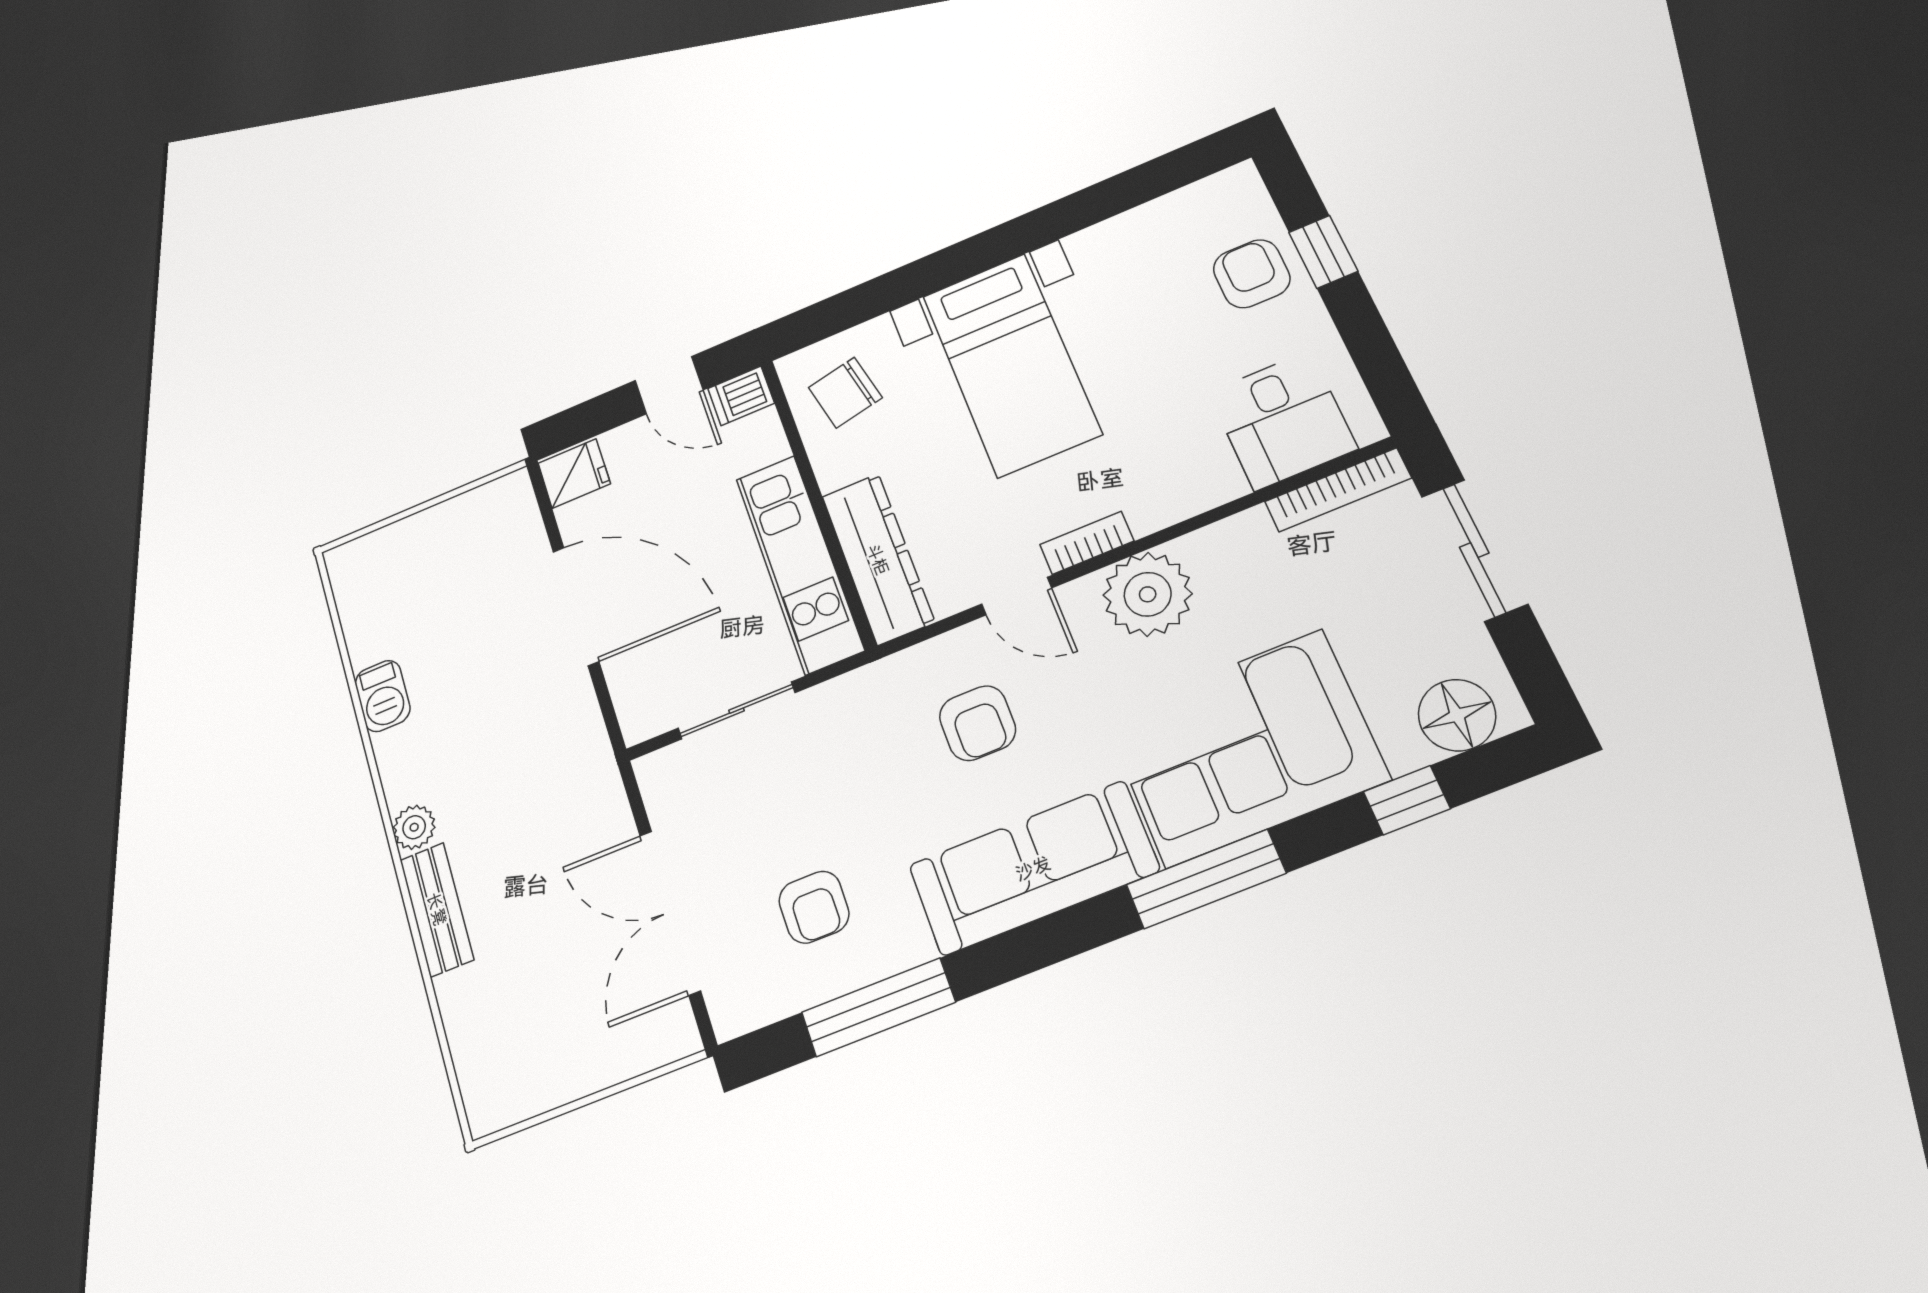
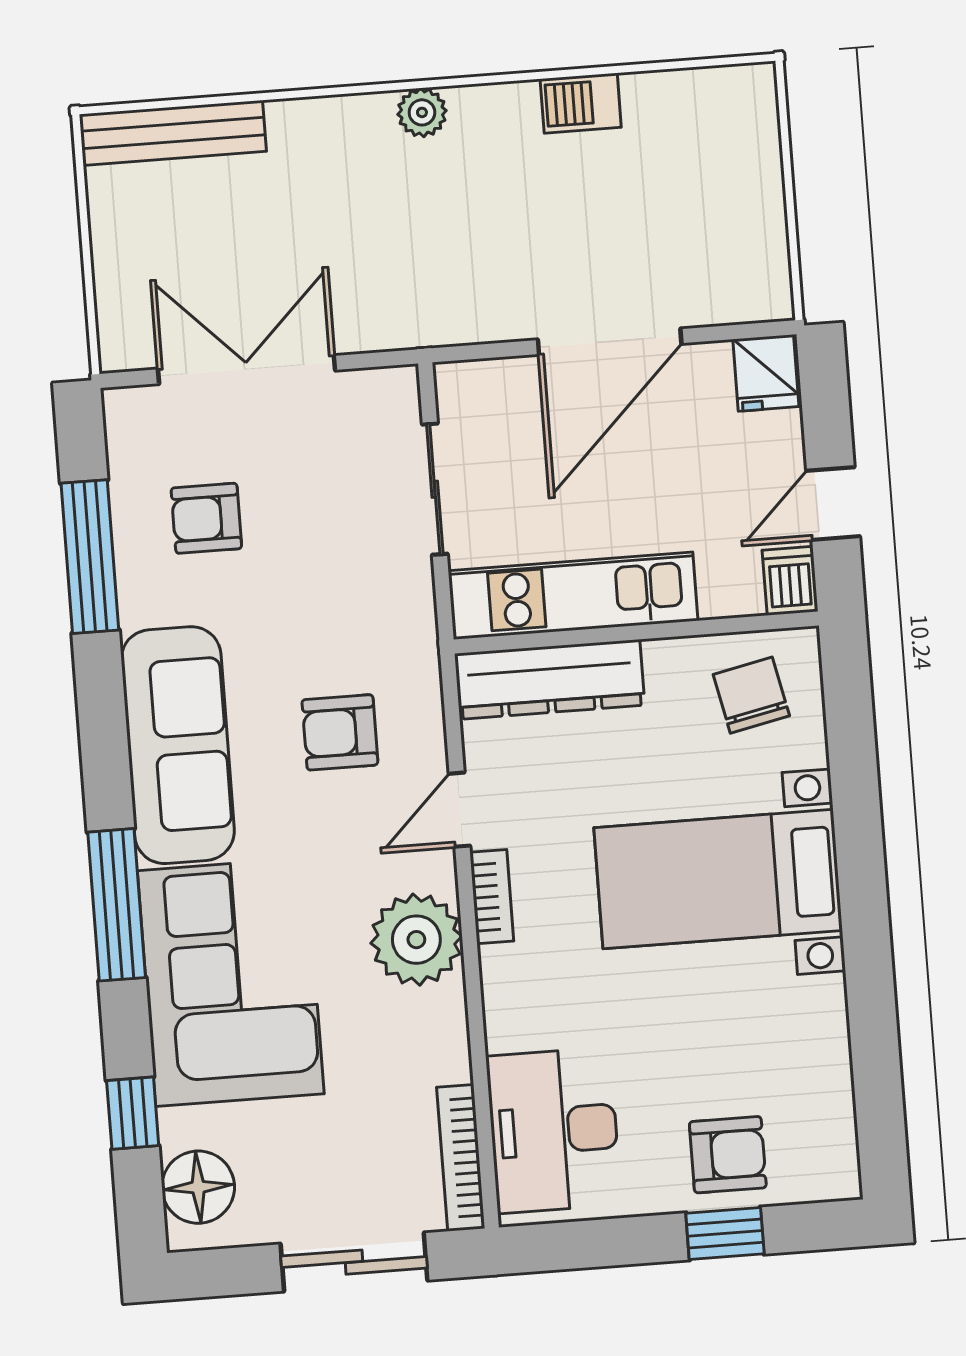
desk: (1282, 420) -> (554, 1130), width x1.37
bench: (437, 909) -> (173, 133), moved, width x1.36

